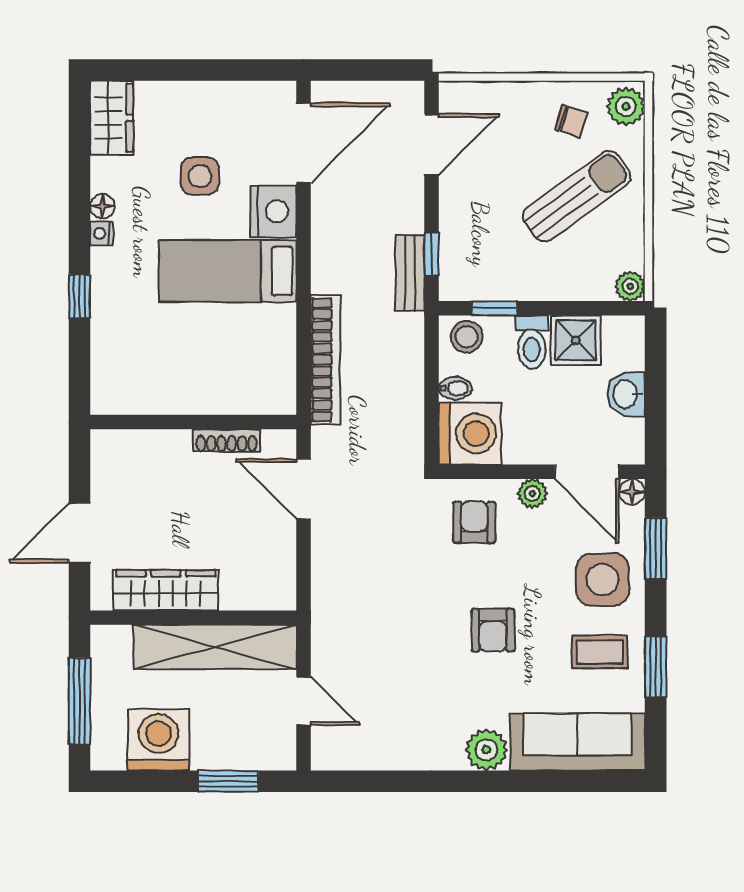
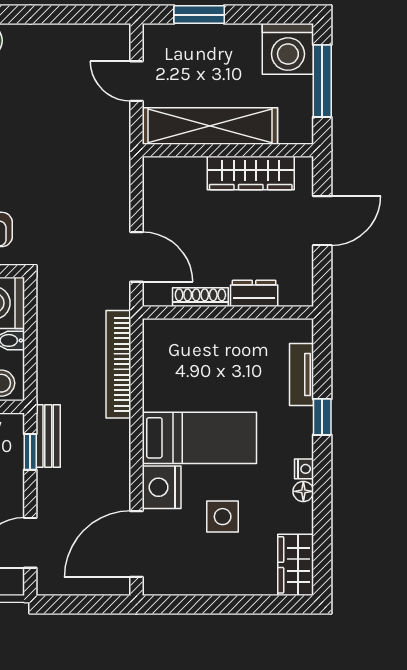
tv unit: (105, 347) -> (302, 375), added
dresser: (162, 445) -> (254, 293), added
washing machine: (158, 740) -> (288, 49), moved

